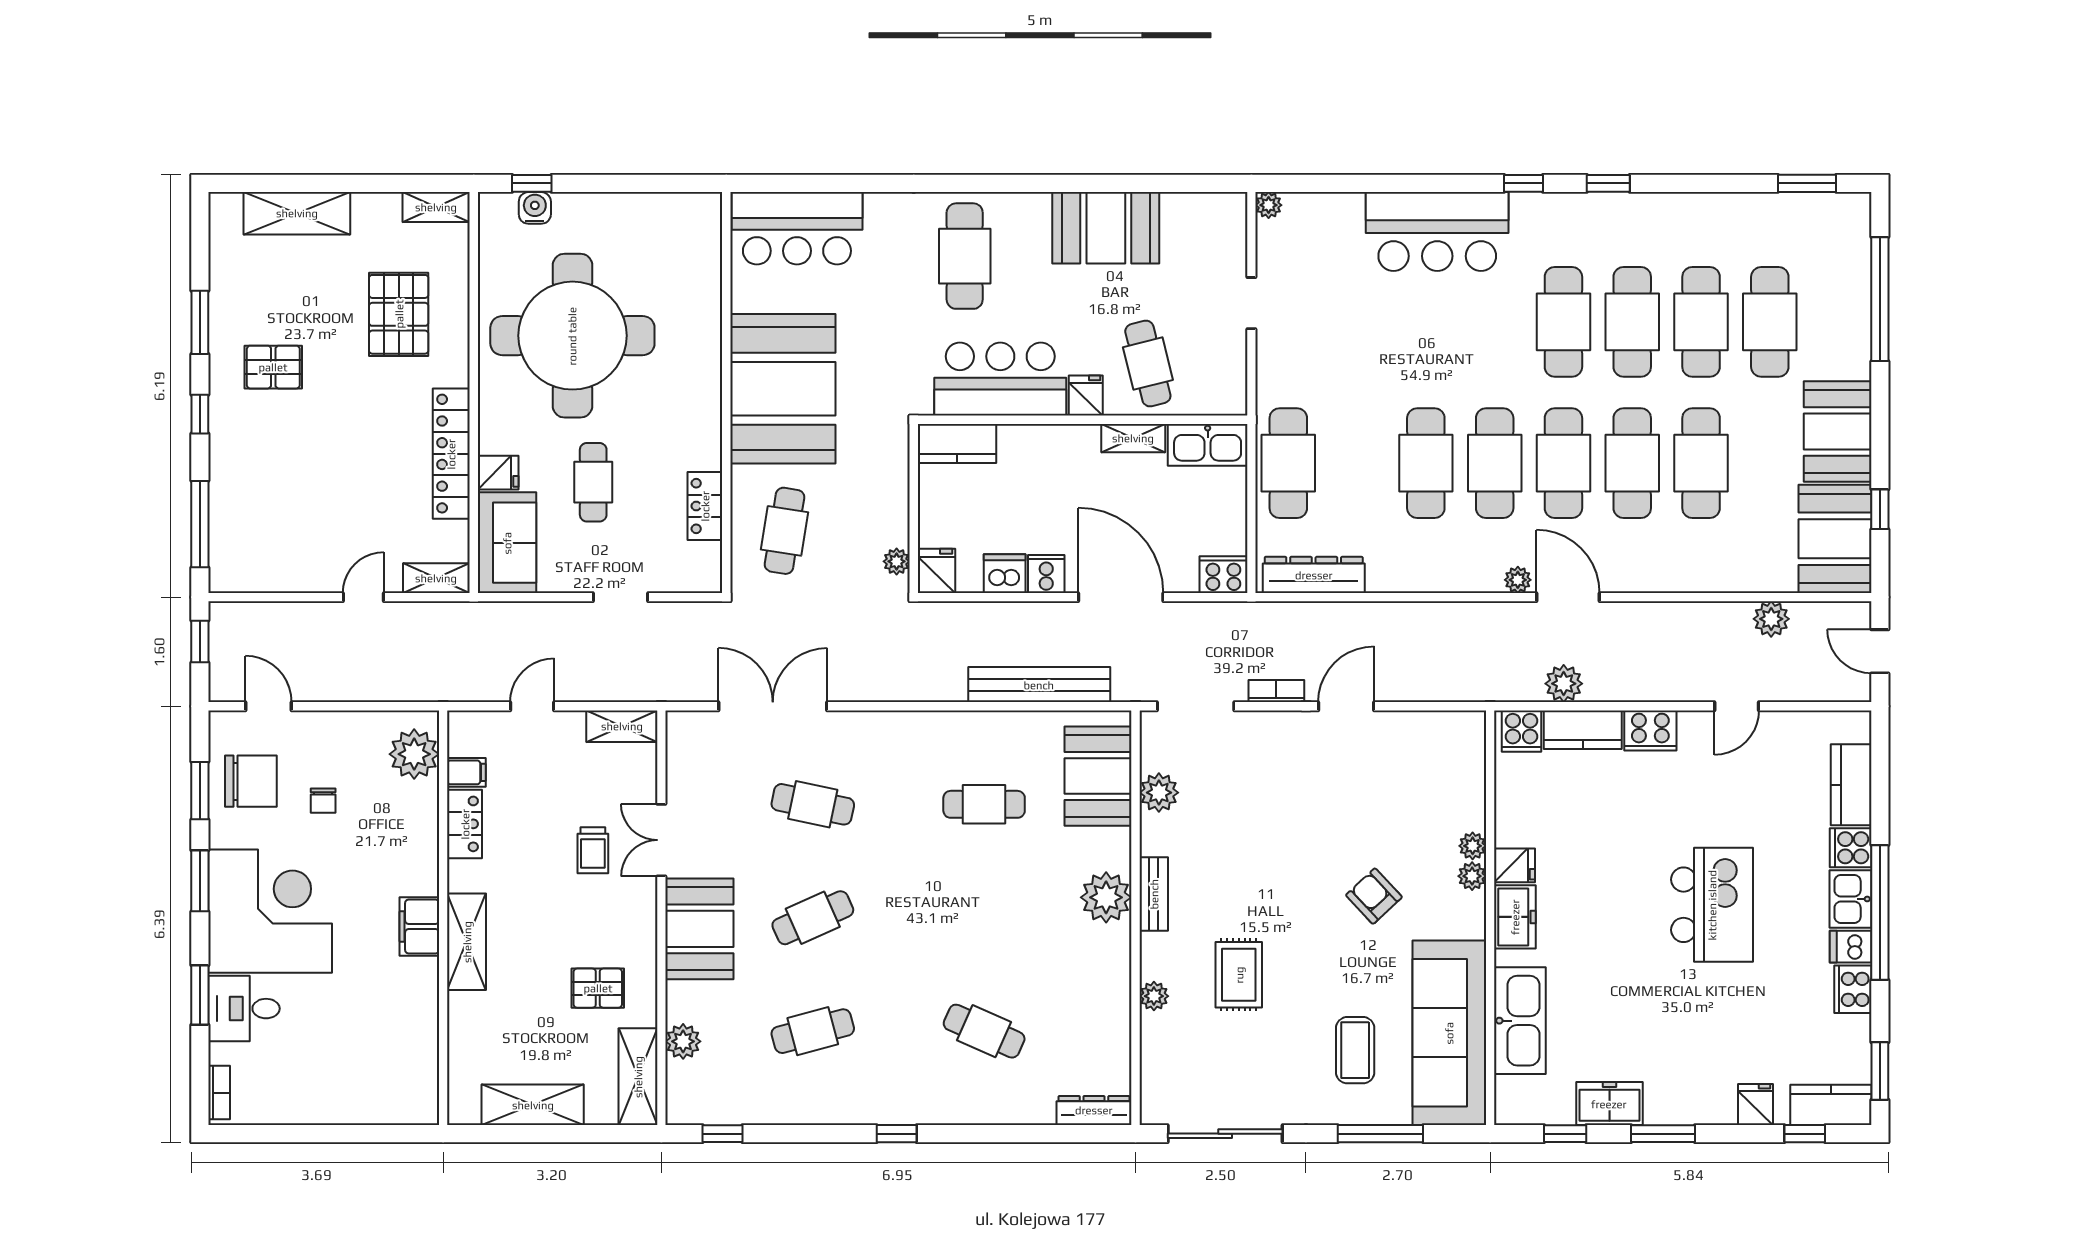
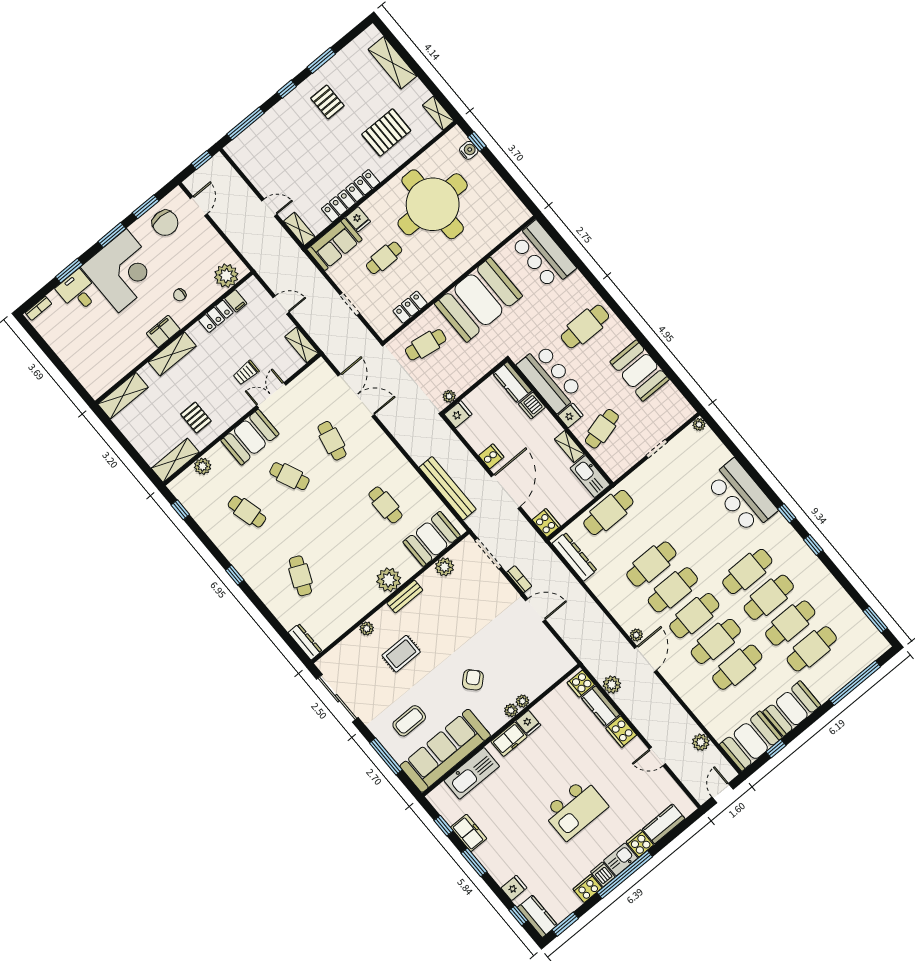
dishwasher: (1005, 574) -> (532, 406), moved, turned 180
chair: (323, 801) -> (180, 295), moved
shelving: (533, 1105) -> (123, 396), moved, turned 90

